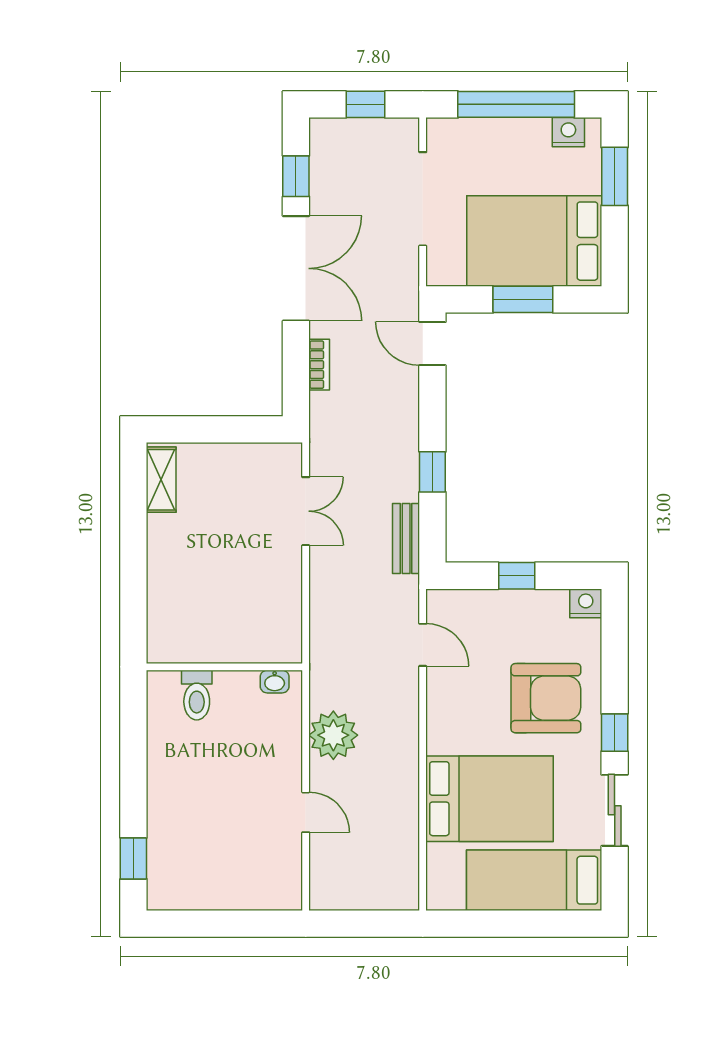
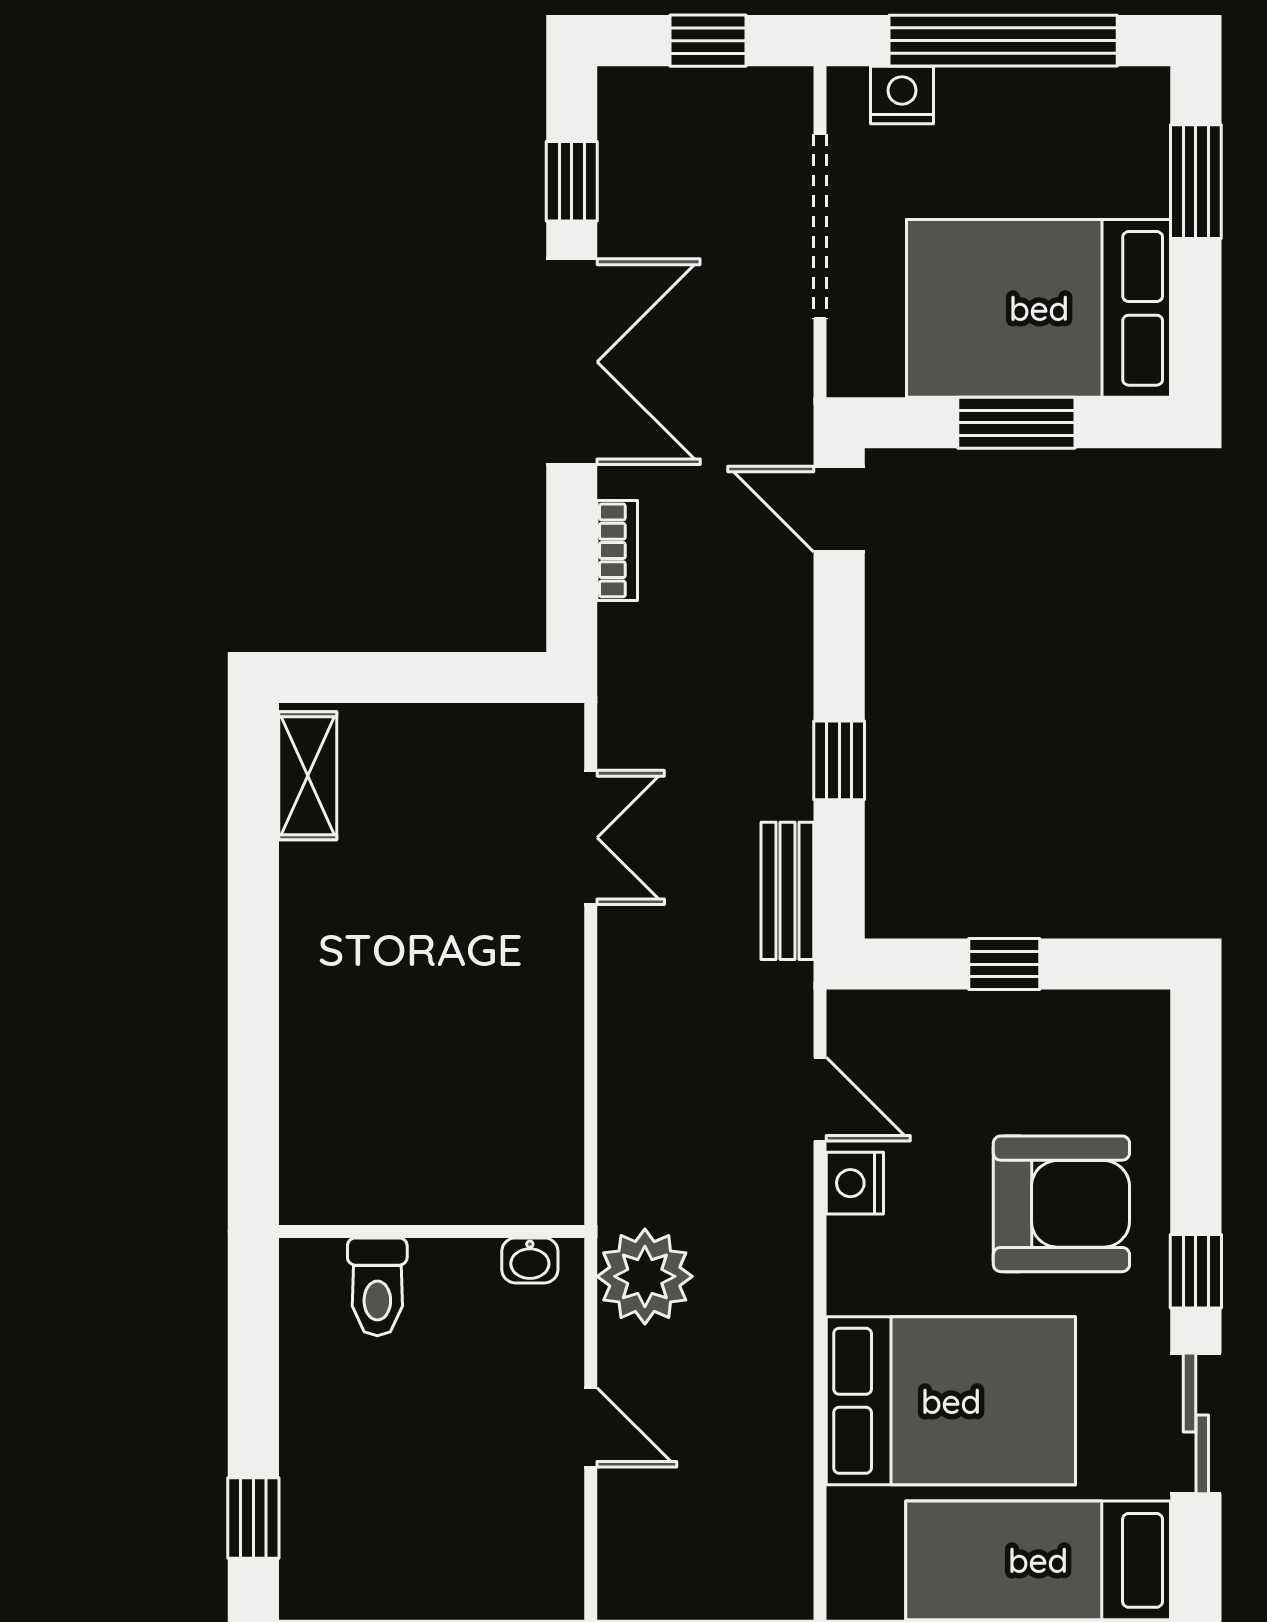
nightstand: (568, 132) -> (902, 95), moved
nightstand: (586, 603) -> (855, 1183), moved, turned -90
wall: (224, 667) -> (432, 1231), moved
washbasin: (275, 682) -> (530, 1260), moved
toilet: (197, 695) -> (377, 1287), moved

